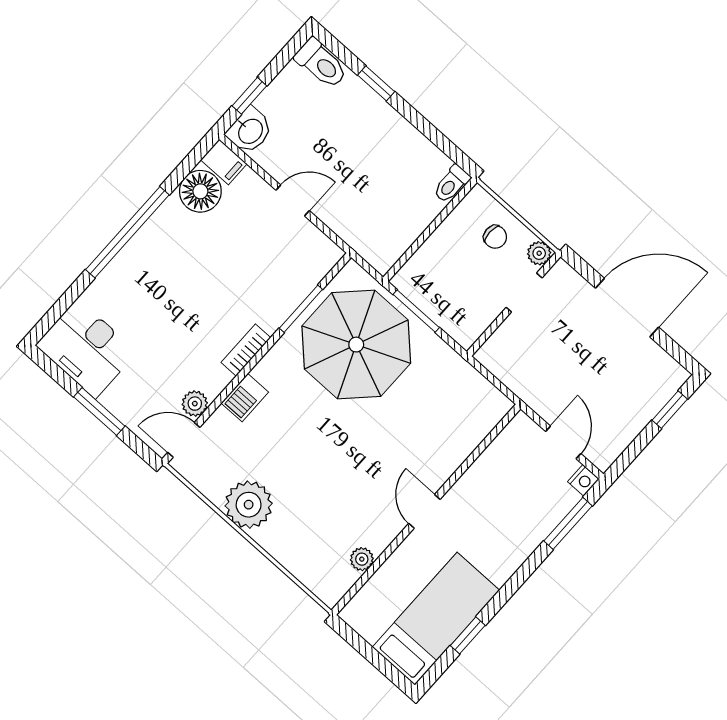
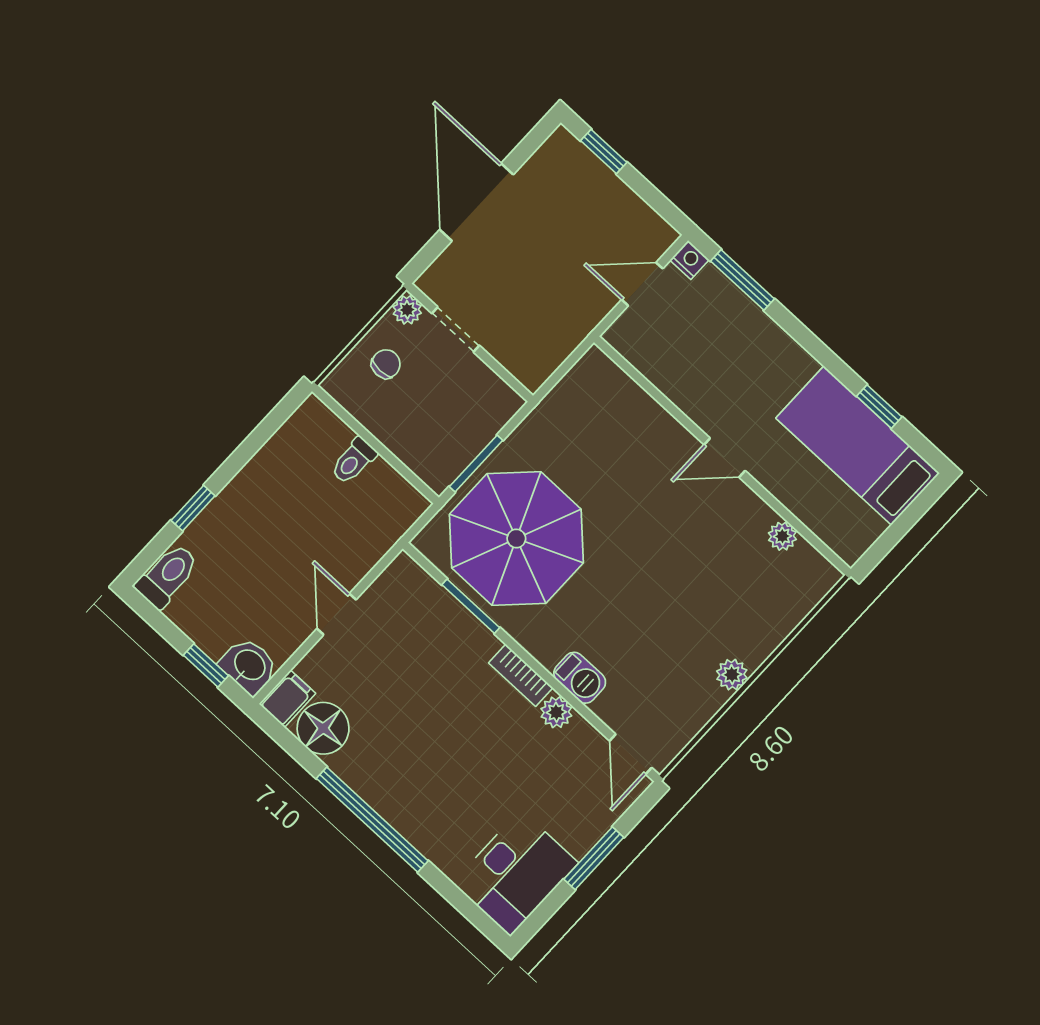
toilet: (451, 184) -> (354, 461), moved, turned 90
plant: (195, 404) -> (556, 712), moved
plant: (249, 505) -> (732, 675), width x0.53, depth x0.53

